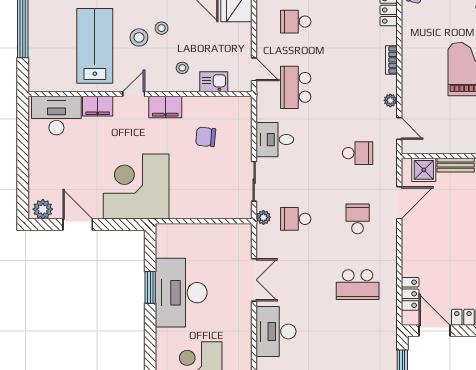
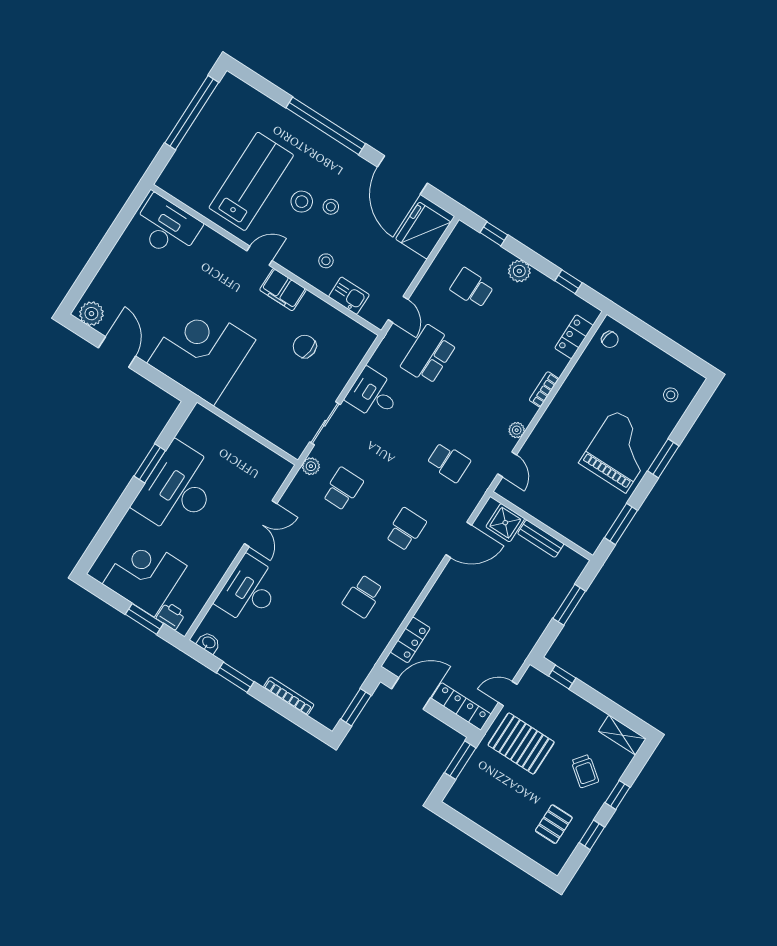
filing cabinet: (98, 106) -> (215, 244), removed
school desk: (296, 219) -> (343, 489), turned 90
school desk: (358, 285) -> (363, 596), width x0.54
door: (435, 331) -> (411, 693), hinge flipped

